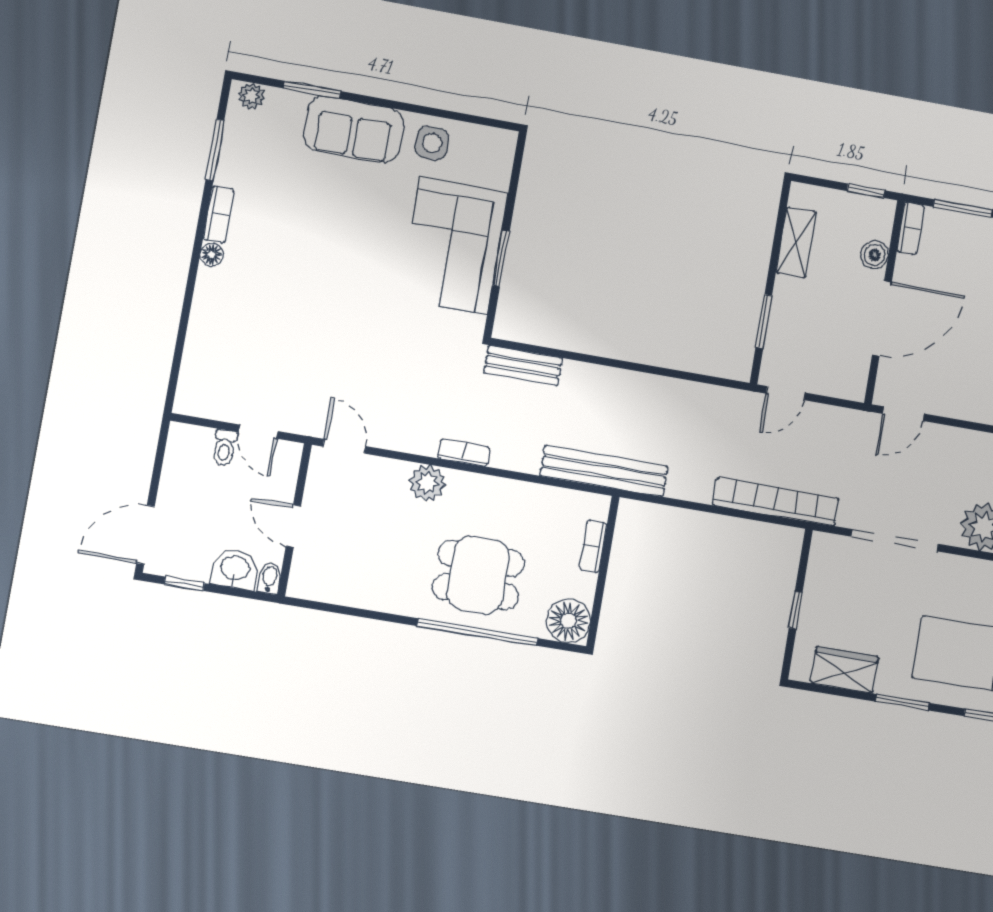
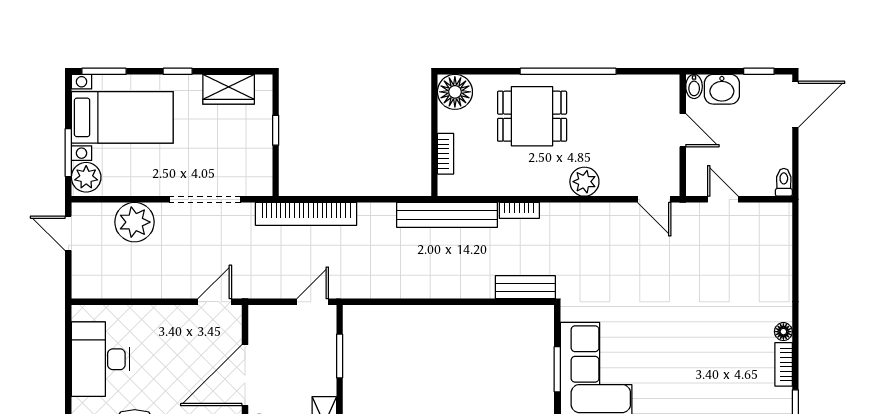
toilet: (224, 448) -> (784, 182), moved
bookcase: (464, 453) -> (519, 210), moved
window: (477, 632) -> (568, 71), moved
window: (902, 702) -> (178, 71), width x0.67

